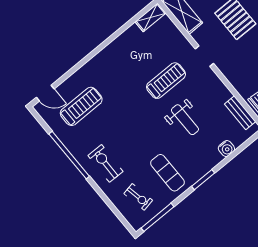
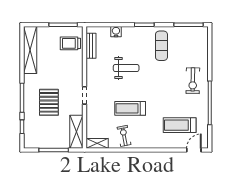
treadmill: (166, 81) -> (130, 108), moved
door: (45, 93) -> (194, 150), hinge flipped
weight bench: (185, 120) -> (126, 68), turned 90
exercise bike: (138, 197) -> (124, 136), moved

